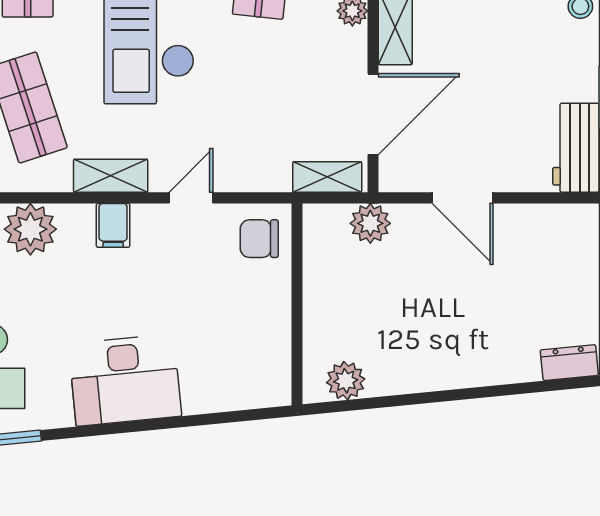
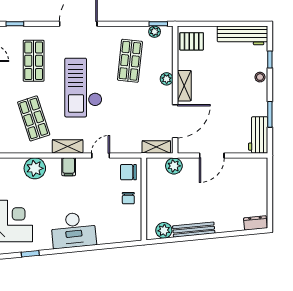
door: (463, 198) -> (212, 155), hinge flipped
chair: (259, 302) -> (128, 198), added
bench: (419, 379) -> (194, 230), added

